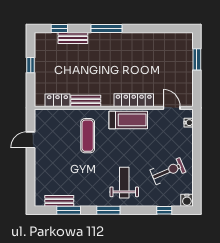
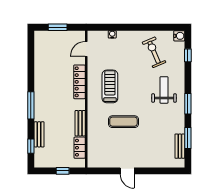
locker: (57, 100) -> (80, 148), moved
locker: (134, 100) -> (79, 82), moved
bench: (86, 101) -> (80, 123), moved
wall: (114, 108) -> (86, 99), moved
door: (172, 108) -> (86, 49), moved
weight bench: (124, 183) -> (164, 90), turned 90

